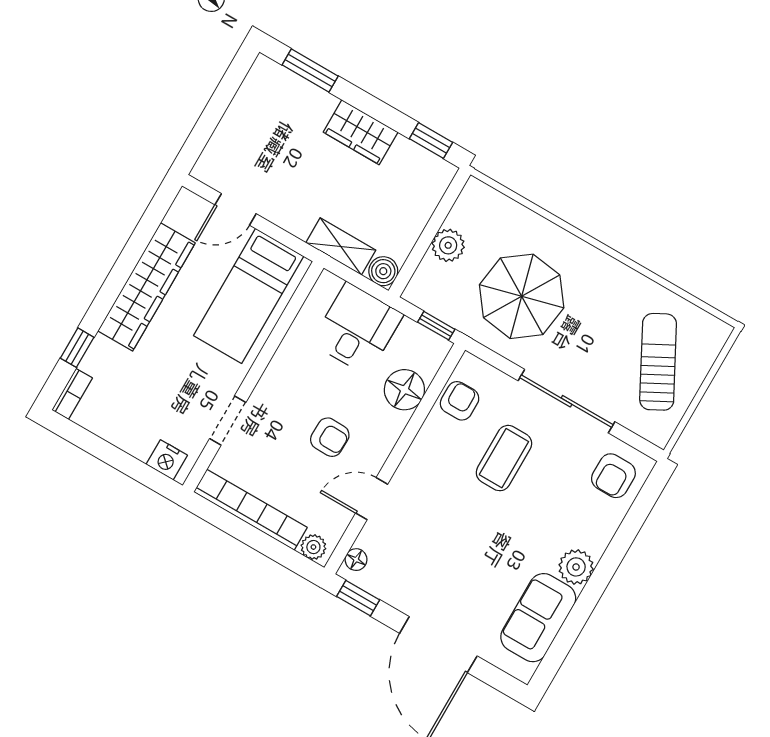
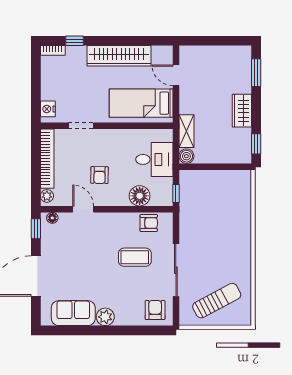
plant: (448, 245) -> (214, 178), removed
parasol: (522, 296) -> (211, 224), removed
armchair: (613, 476) -> (155, 310), turned 90

